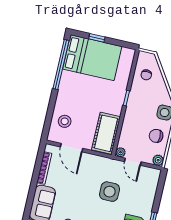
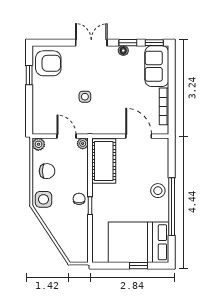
window: (61, 65) -> (172, 207), moved
chair: (146, 75) -> (79, 199), moved
stool: (65, 121) -> (158, 191), moved
side table: (110, 192) -> (85, 97), width x0.54, depth x0.54

